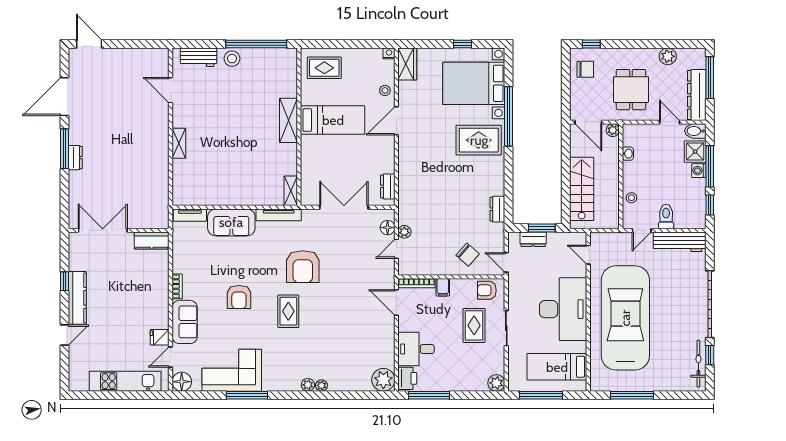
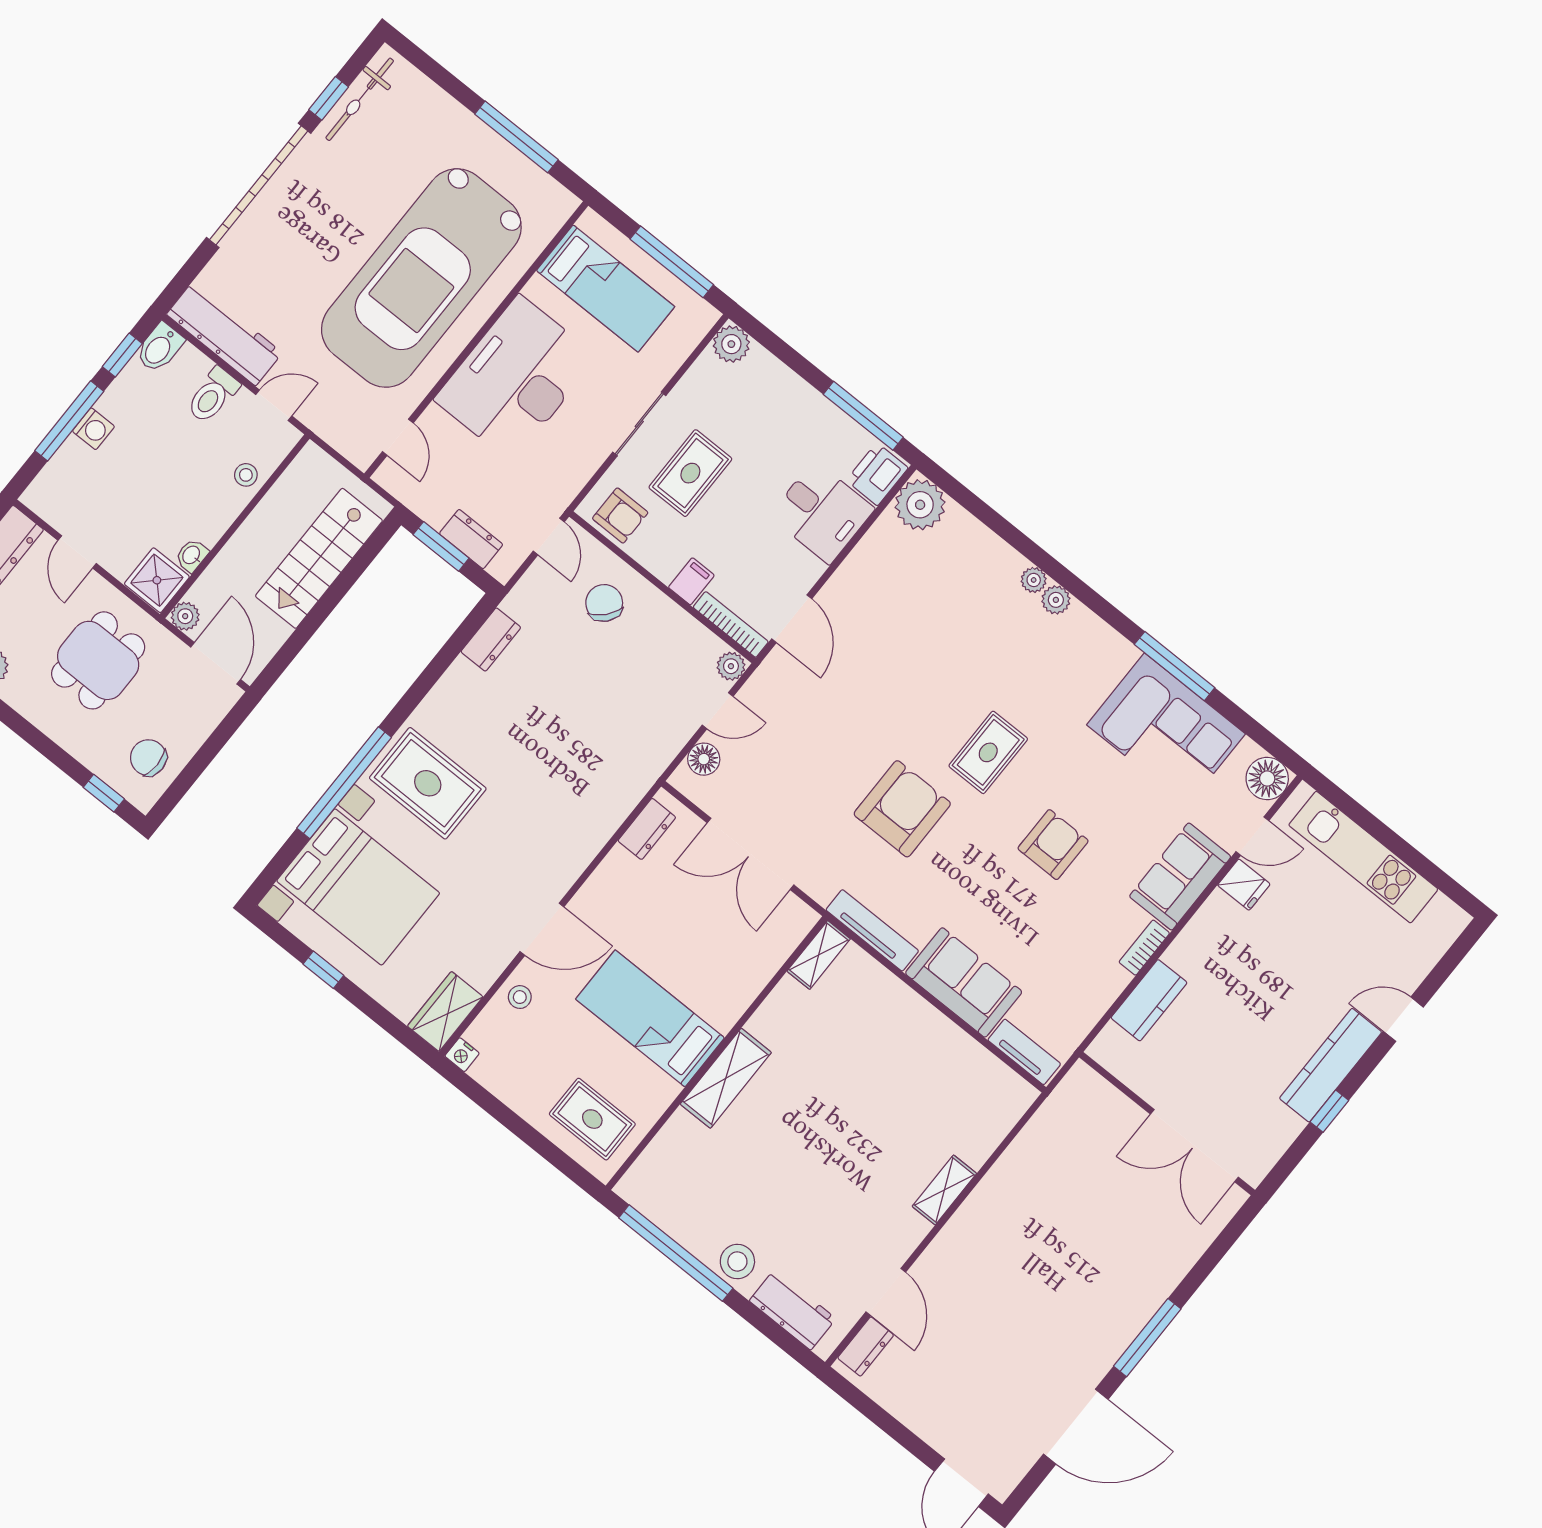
bidet: (695, 131) -> (160, 348), moved, turned 90
shower: (695, 152) -> (157, 580), moved
dresser: (75, 158) -> (866, 1347), moved, turned 180
plant: (404, 232) -> (731, 666), moved
kitchen counter: (152, 241) -> (1149, 1000), moved, turned 90

